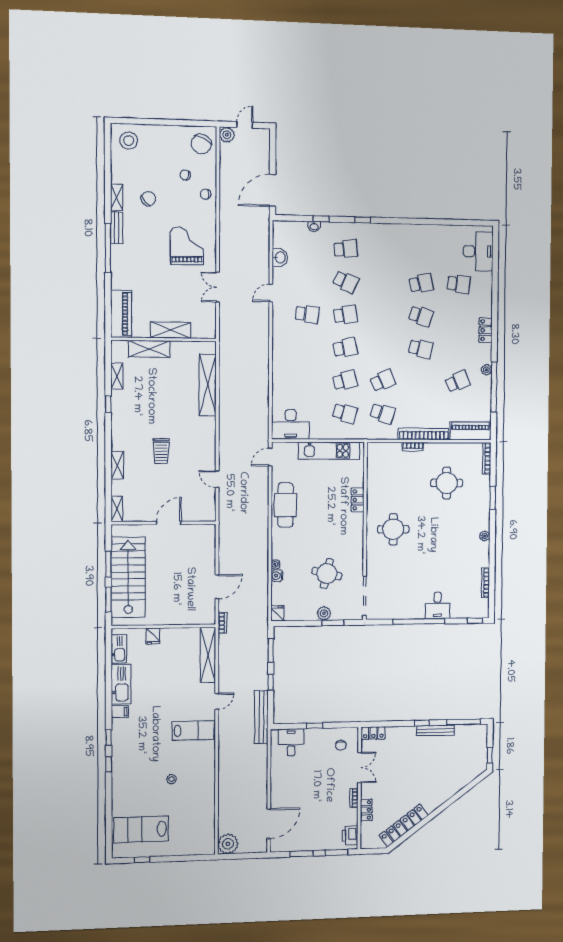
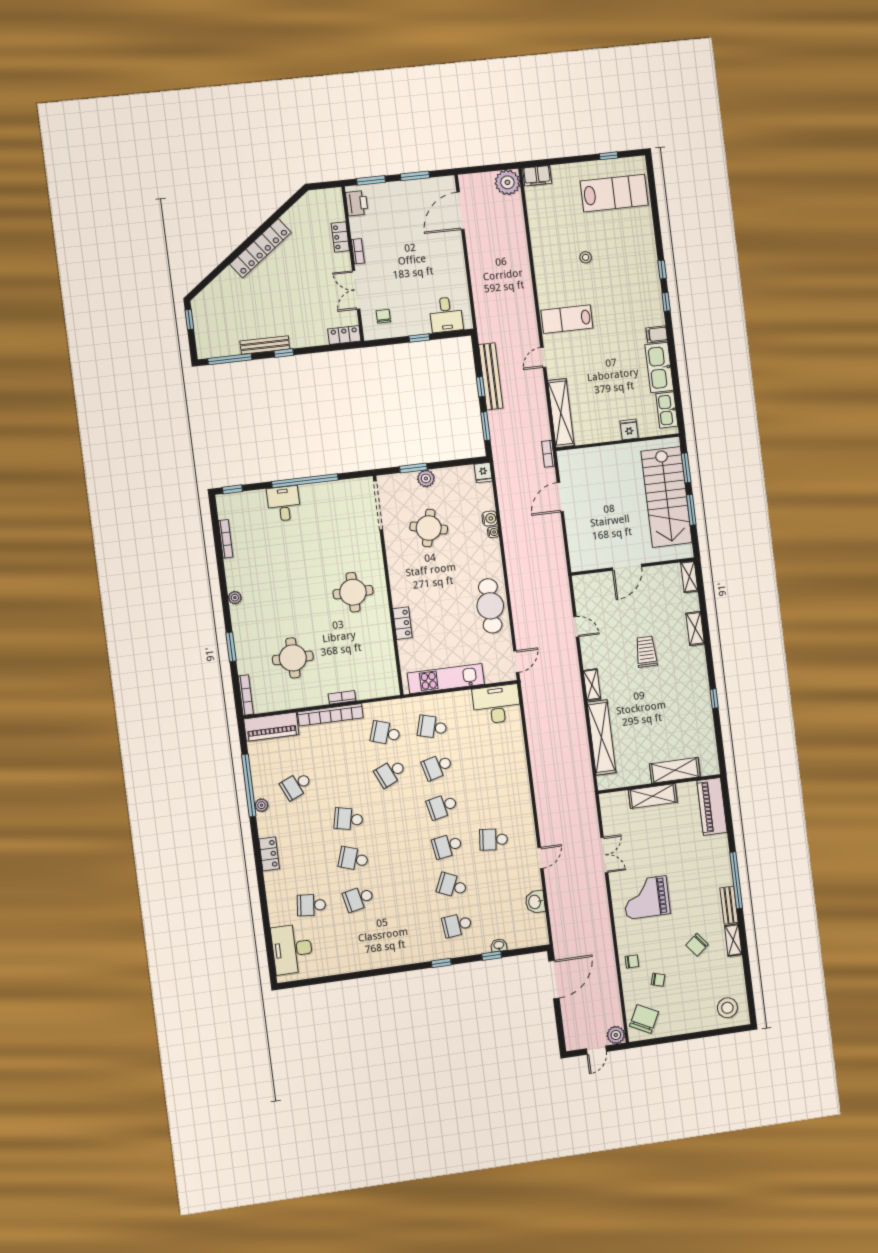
grand piano: (187, 246) -> (646, 898), turned 91
shelving: (117, 376) -> (592, 685), moved
bench: (261, 717) -> (491, 376), moved
locker: (404, 825) -> (260, 248), moved
filing cabinet: (203, 848) -> (537, 176), added

